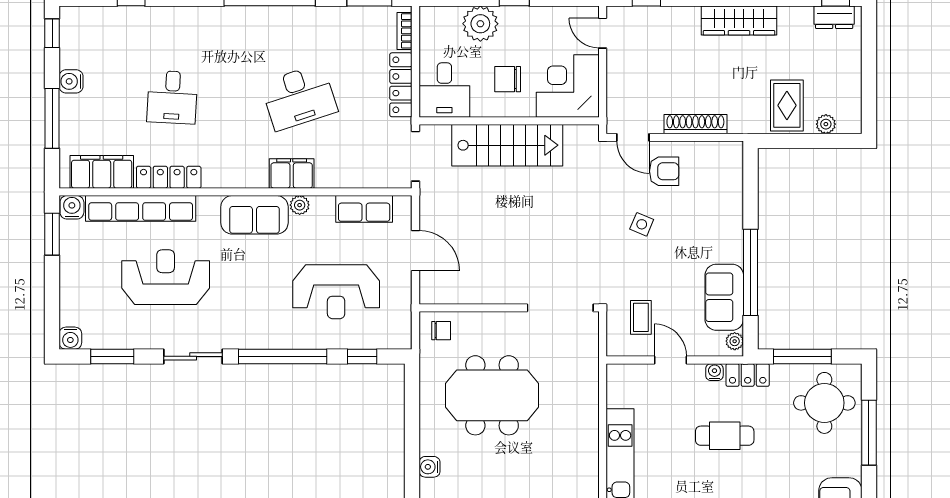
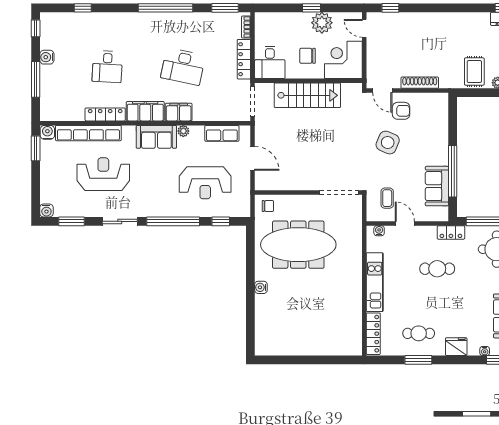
wardrobe: (739, 21) -> (446, 21), removed
plant: (480, 24) -> (322, 23), moved
desk: (299, 97) -> (183, 67), turned 30
filing cabinet: (102, 172) -> (145, 111), moved
side table: (642, 224) -> (388, 143), width x1.87, depth x1.87
plant: (735, 341) -> (443, 212), removed
water cooler: (714, 372) -> (379, 231), moved
meeting table: (492, 395) -> (298, 245), width x1.36

